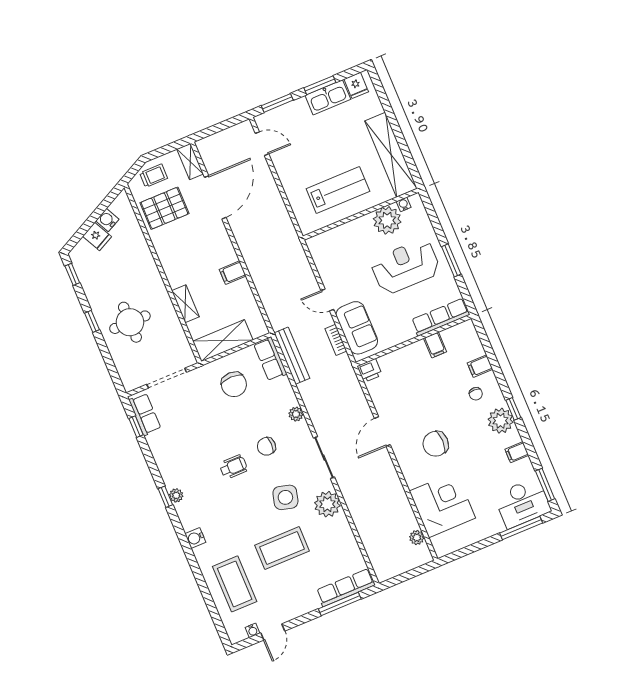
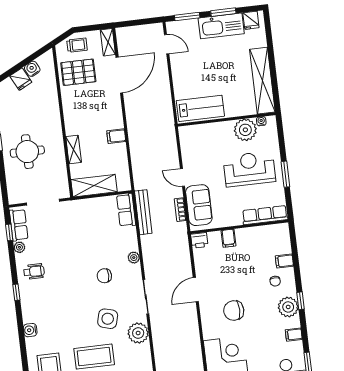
kitchen sink: (328, 97) -> (221, 26), width x1.36, depth x1.24
lab bench: (338, 190) -> (200, 108), moved
filing cabinet: (435, 345) -> (229, 238), moved
chair: (234, 384) -> (93, 221), removed
wheelchair: (233, 467) -> (34, 271), moved
plant: (176, 495) -> (19, 247), moved

